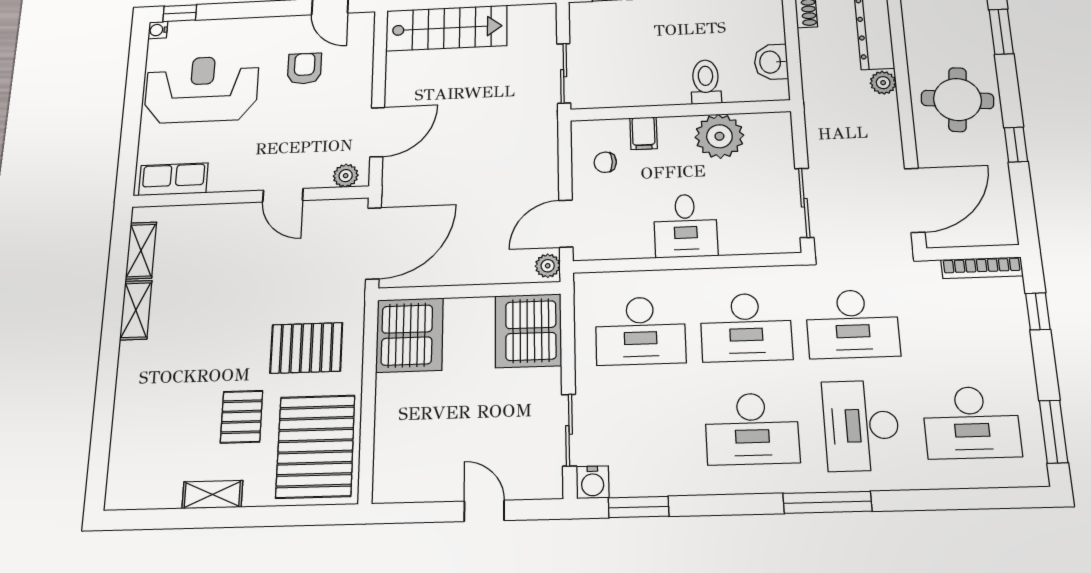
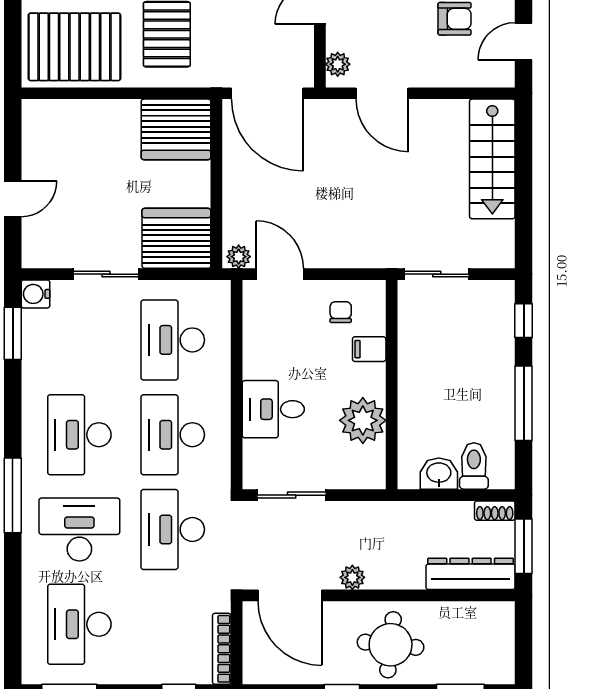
toilet: (706, 82) -> (474, 466), moved, turned -90
plant: (883, 83) -> (352, 577), moved
desk: (685, 226) -> (273, 409), moved
sliding door: (569, 430) -> (106, 274), moved

